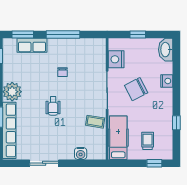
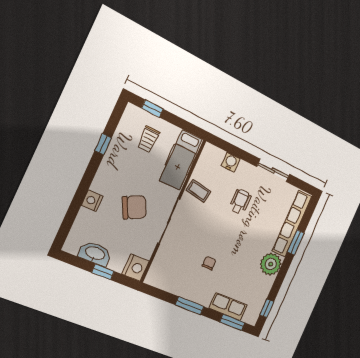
window: (63, 34) -> (190, 306), width x0.69
washbasin: (166, 50) -> (95, 254), moved, turned -90
nightstand: (116, 59) -> (136, 268), moved
wheelchair: (53, 106) -> (240, 201), moved

